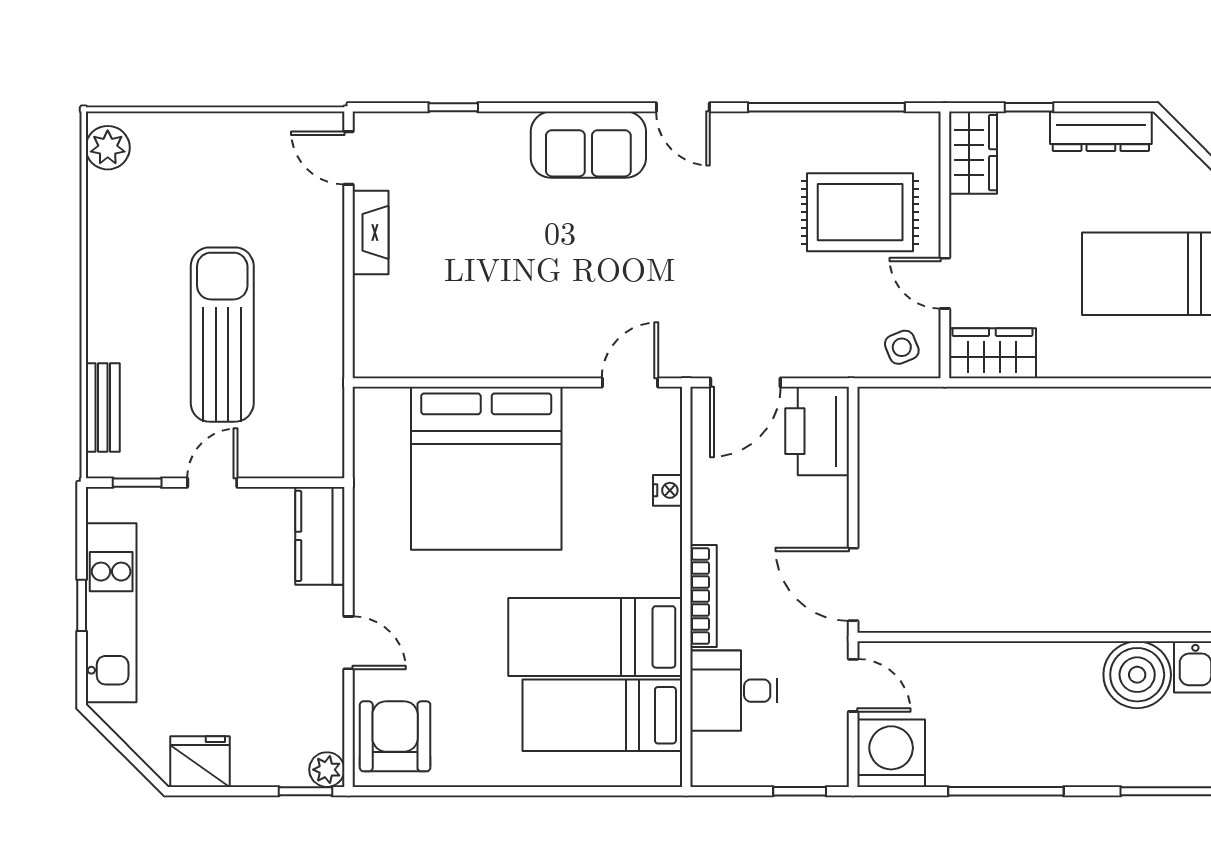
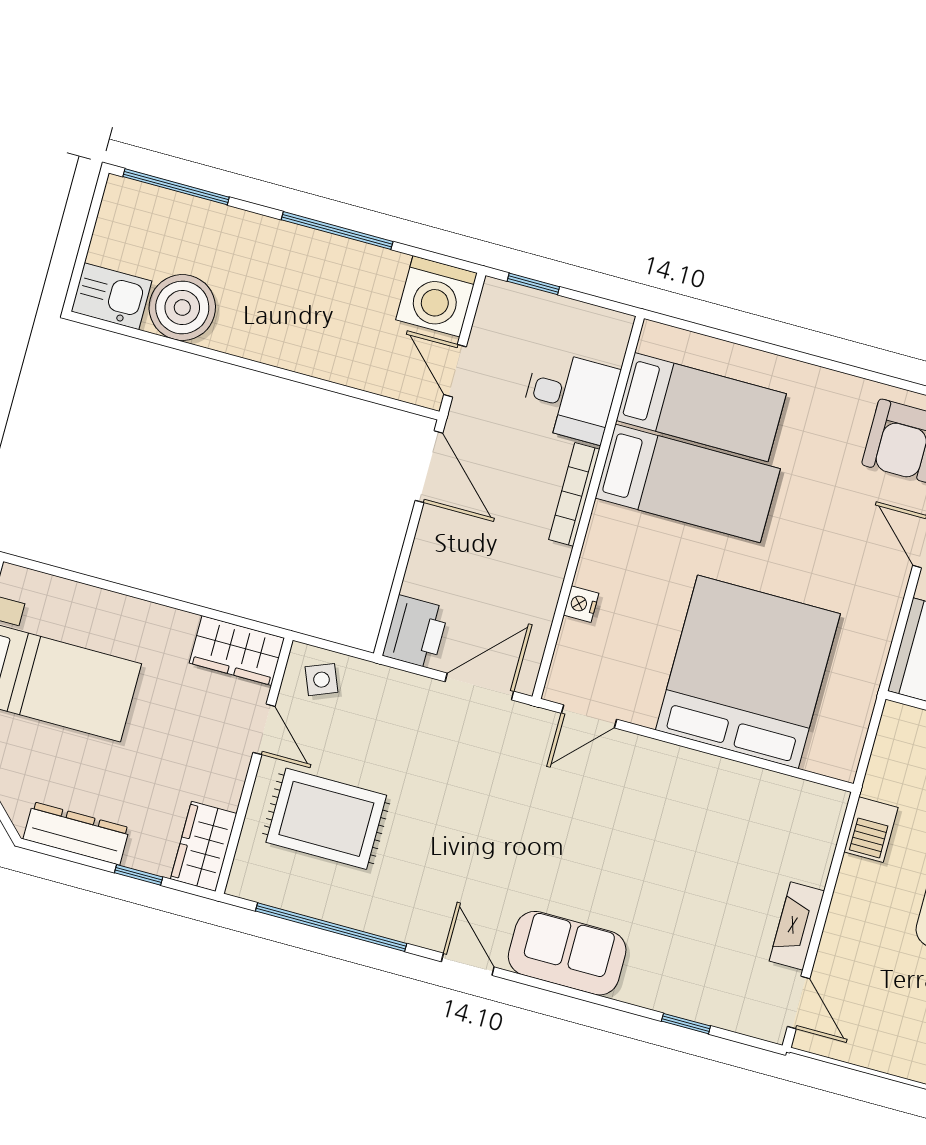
barbecue: (324, 347) -> (871, 830), added
printer: (817, 431) -> (416, 632), width x0.73, depth x0.84

